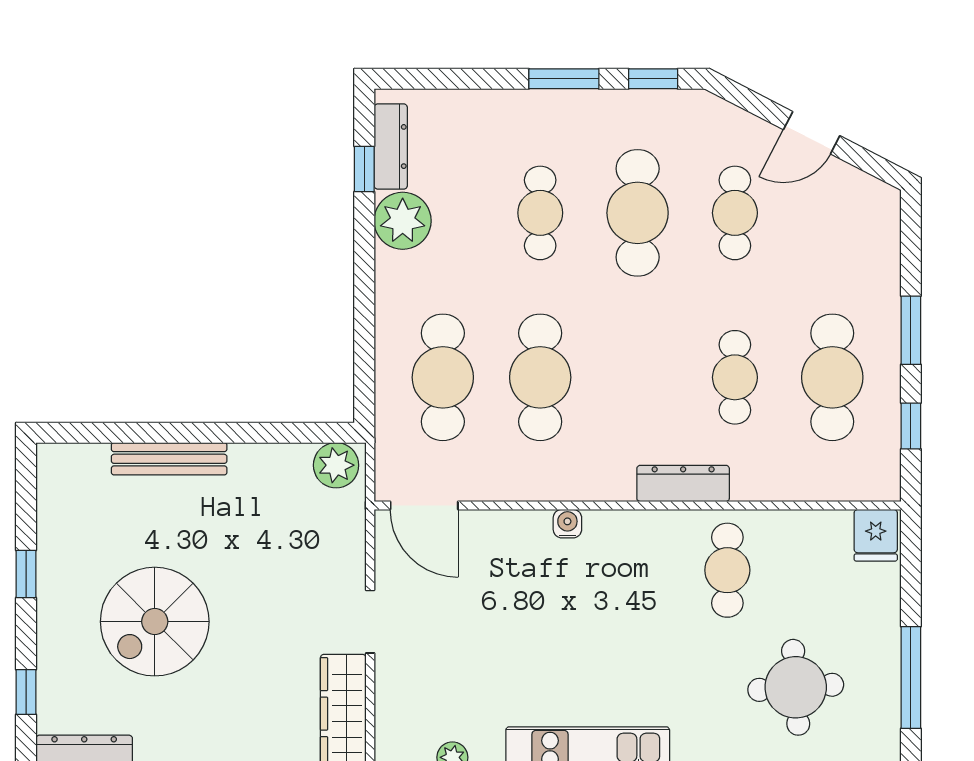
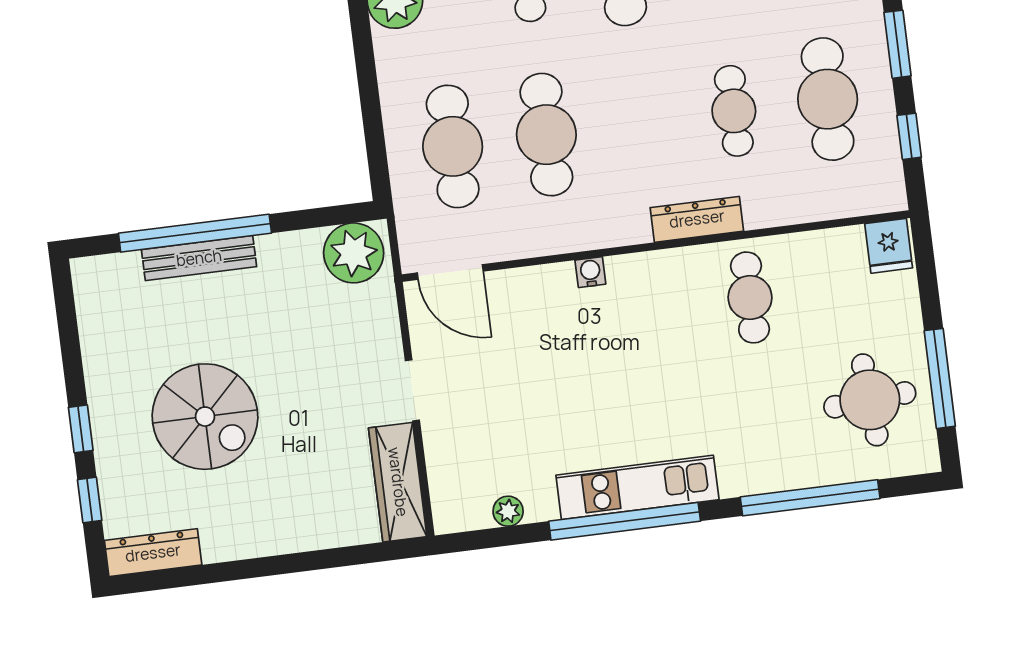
window: (168, 433) -> (195, 233), added
plant: (336, 465) -> (354, 253), width x1.36, depth x1.36
window: (26, 574) -> (81, 429), moved
spiral stairs: (155, 622) -> (205, 417), turned -90
round table: (796, 687) -> (870, 400), moved

